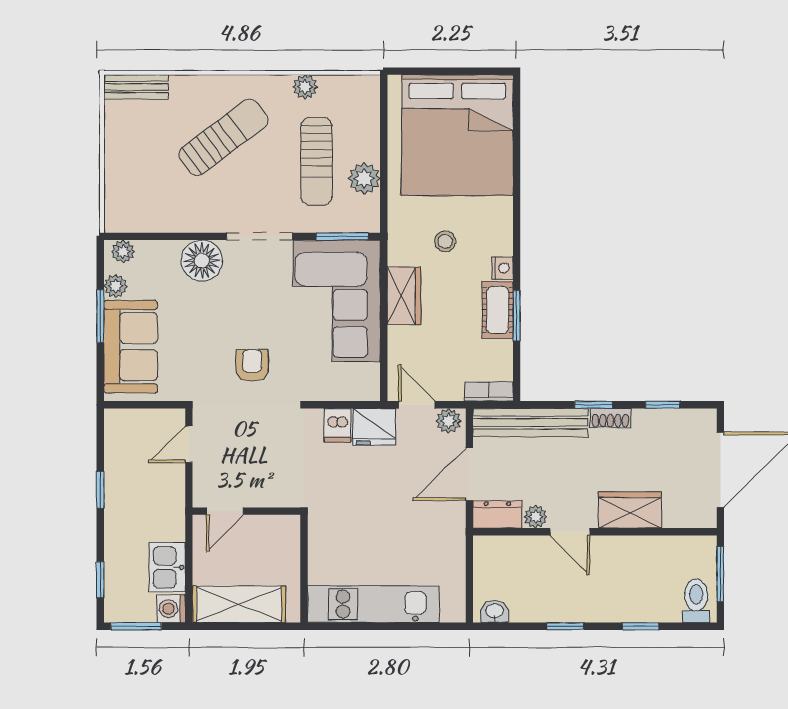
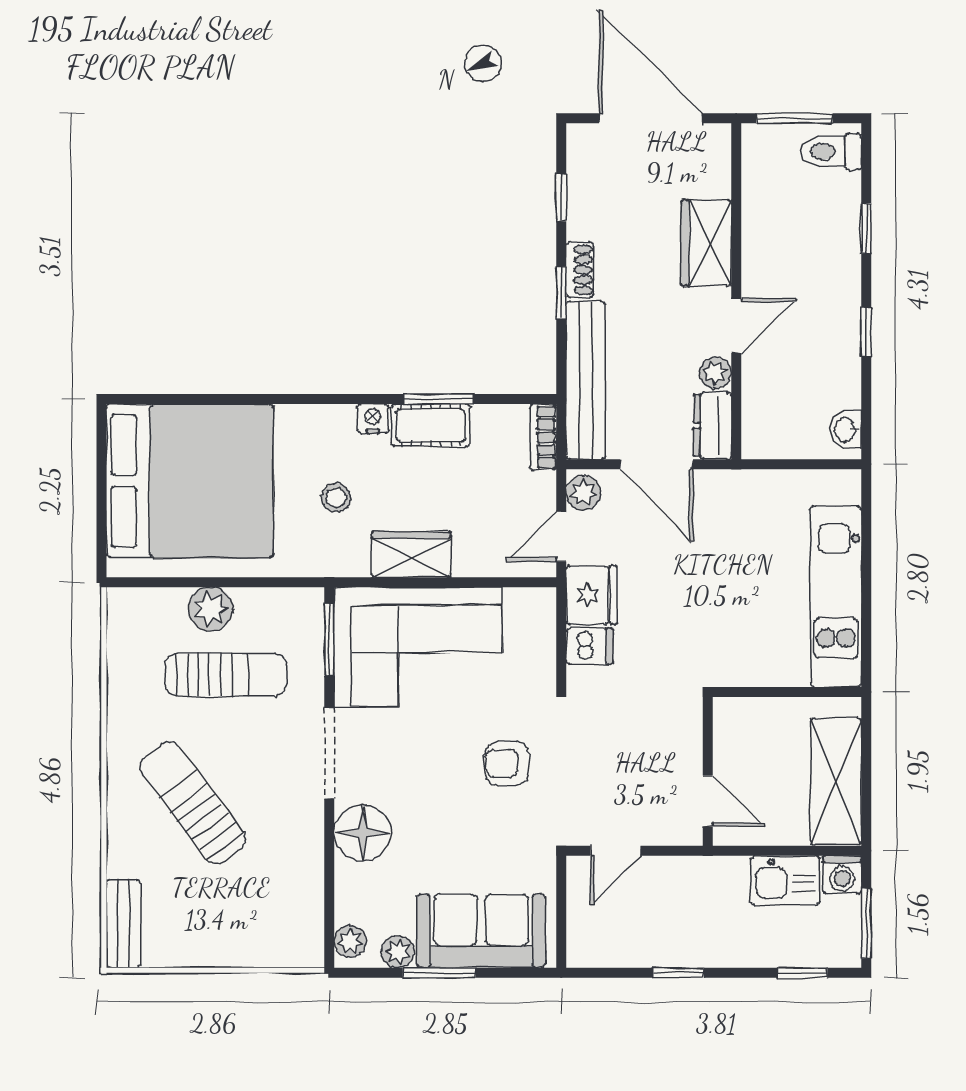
plant: (305, 87) -> (123, 691), removed
plant: (364, 178) -> (211, 609), moved
door: (189, 444) -> (616, 851), hinge flipped

